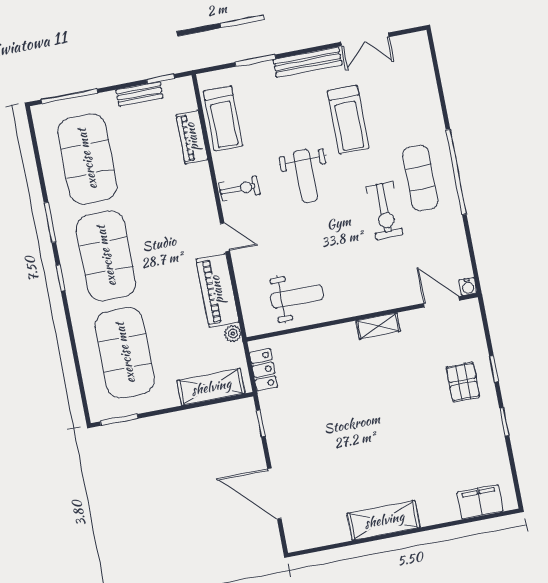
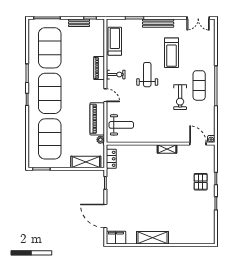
double door: (365, 39) -> (198, 18), moved
treadmill: (223, 118) -> (115, 41), turned 180
piano: (192, 137) -> (99, 68), moved
weight bench: (305, 176) -> (147, 75), turned 180
weight bench: (297, 297) -> (121, 125), moved
filing cabinet: (480, 502) -> (116, 238), moved

